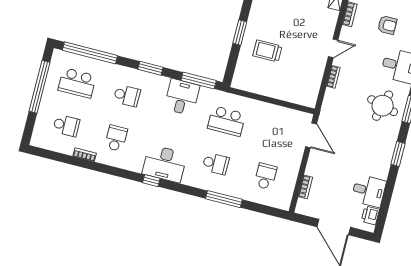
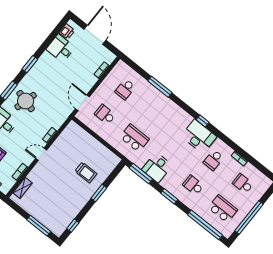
desk: (165, 164) -> (199, 136), moved
school desk: (216, 164) -> (105, 114), moved

